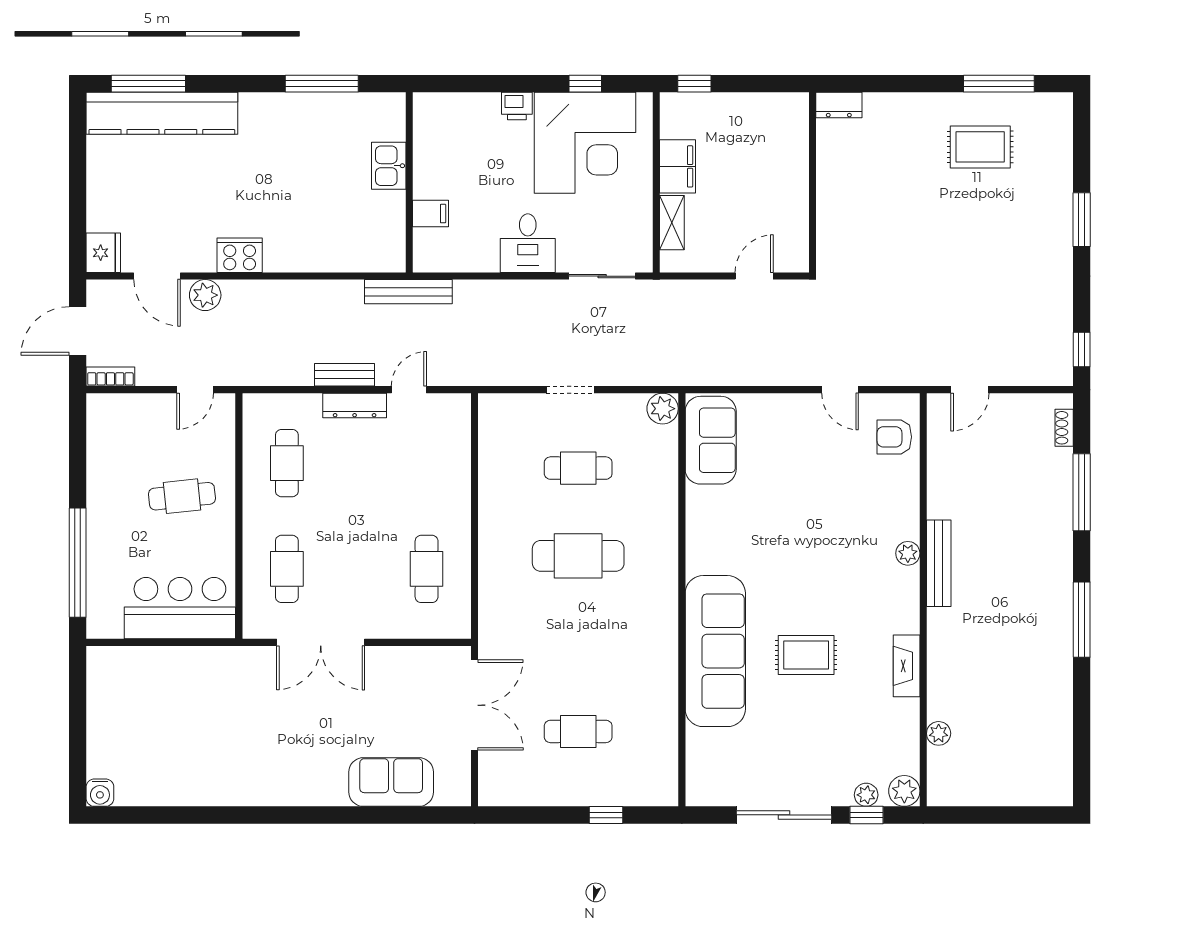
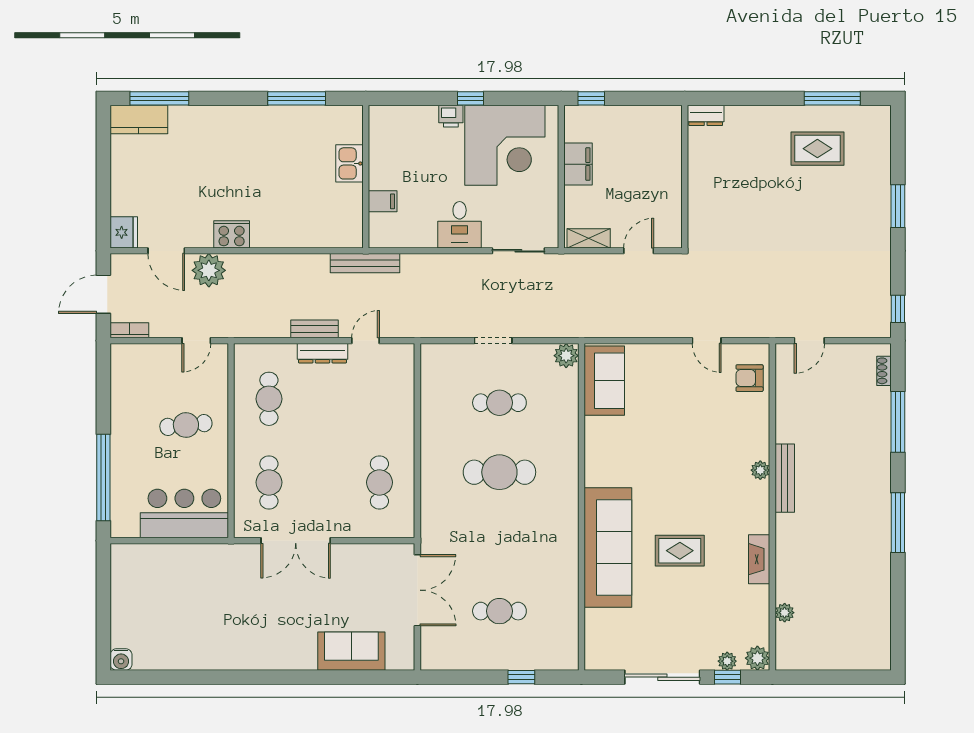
window: (585, 84) -> (471, 98), moved
kitchen counter: (162, 113) -> (139, 120), width x0.48, depth x0.86
shelving: (672, 223) -> (589, 238), moved, turned 90
plant: (205, 295) -> (209, 270), width x1.36, depth x1.36

